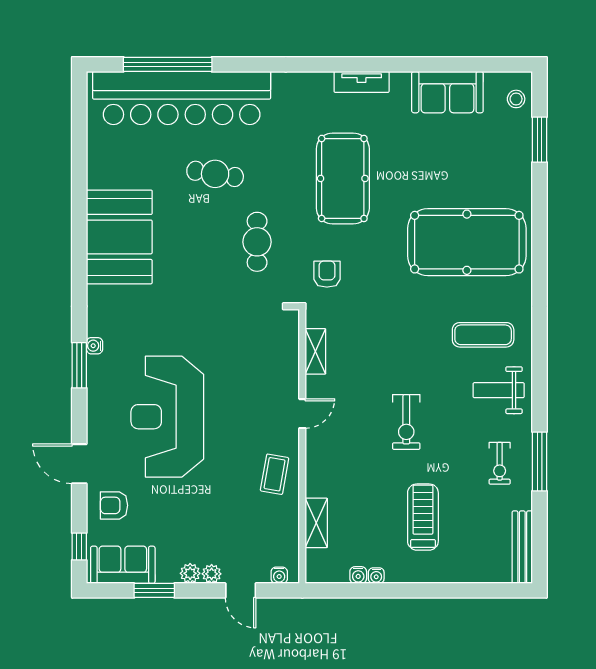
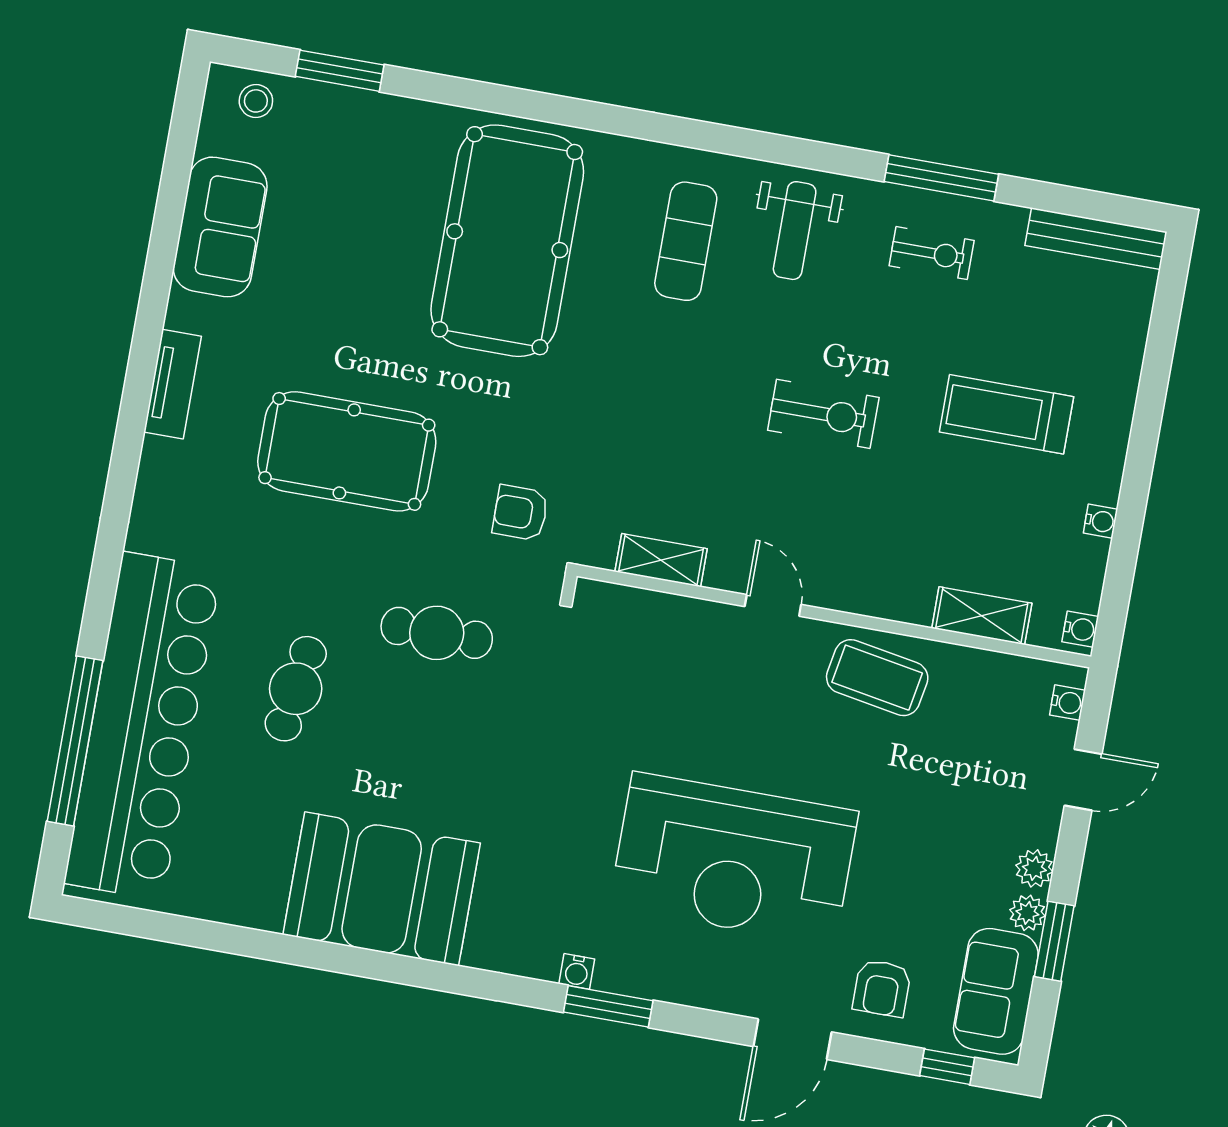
coffee table: (275, 474) -> (877, 678), width x1.36, depth x1.30
plant: (212, 574) -> (1027, 913), moved
water cooler: (358, 575) -> (1080, 629), moved

